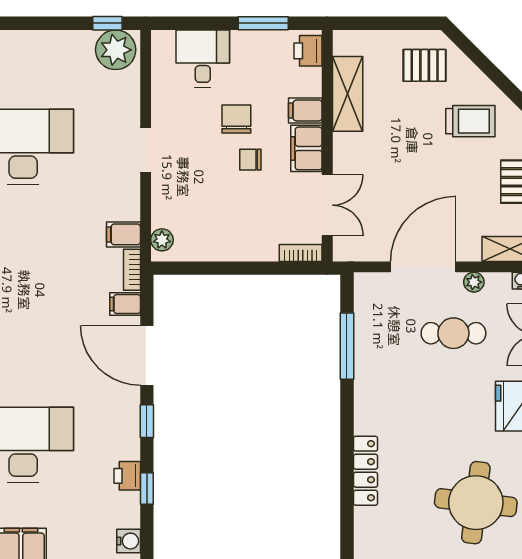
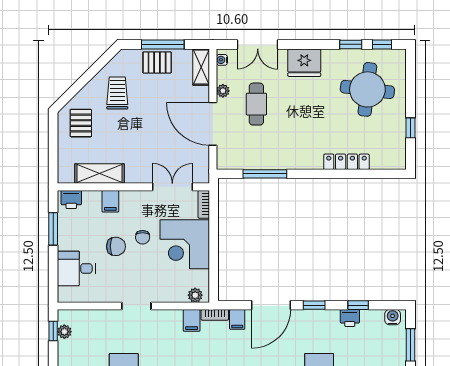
plant: (116, 50) -> (64, 332), width x0.53, depth x0.53
chair: (236, 119) -> (116, 246), turned 180
filing cabinet: (306, 148) -> (135, 200), removed
corner desk: (240, 224) -> (185, 244), added

